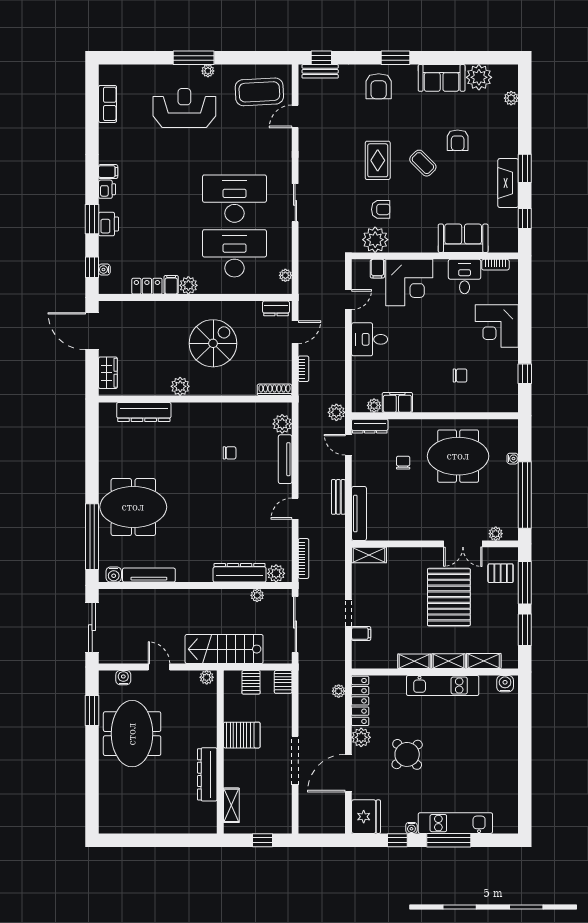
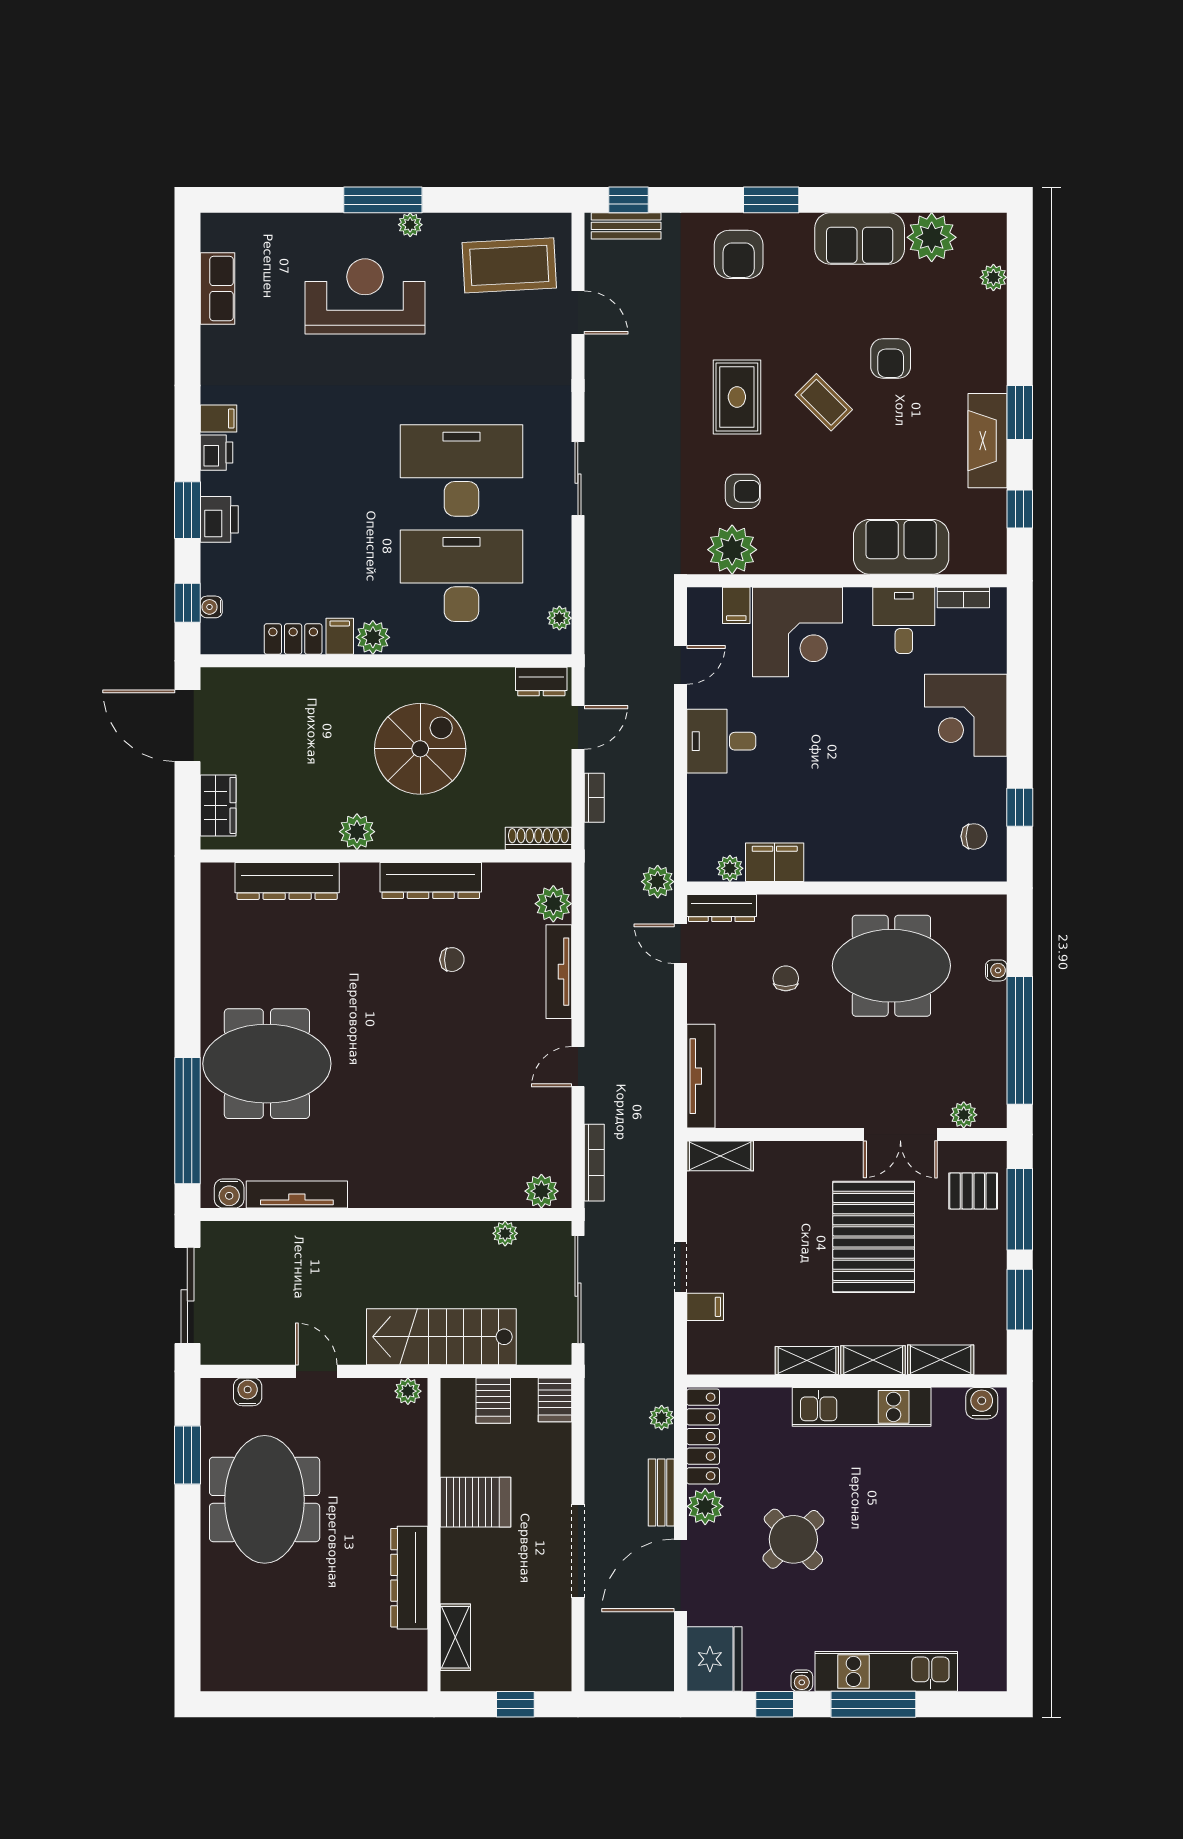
door: (295, 116) -> (578, 313), swing flipped
chair: (460, 375) -> (974, 836), moved
bench: (338, 497) -> (661, 1492), moved
dresser: (240, 573) -> (431, 881), moved, turned 180

